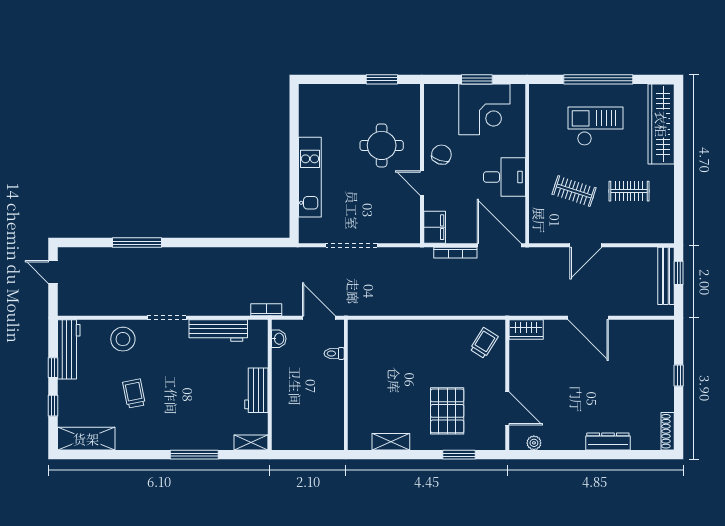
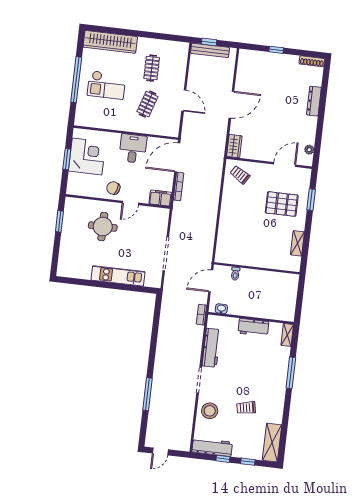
checkout: (595, 126) -> (107, 85), turned -90

